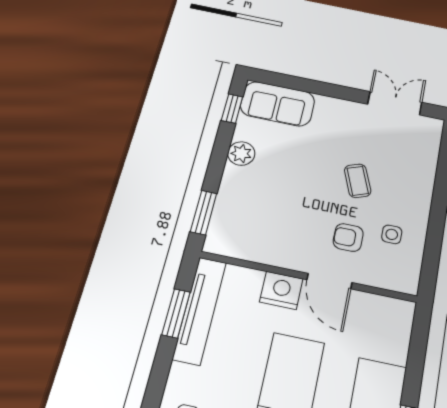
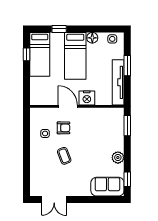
window: (176, 313) -> (127, 66), moved

